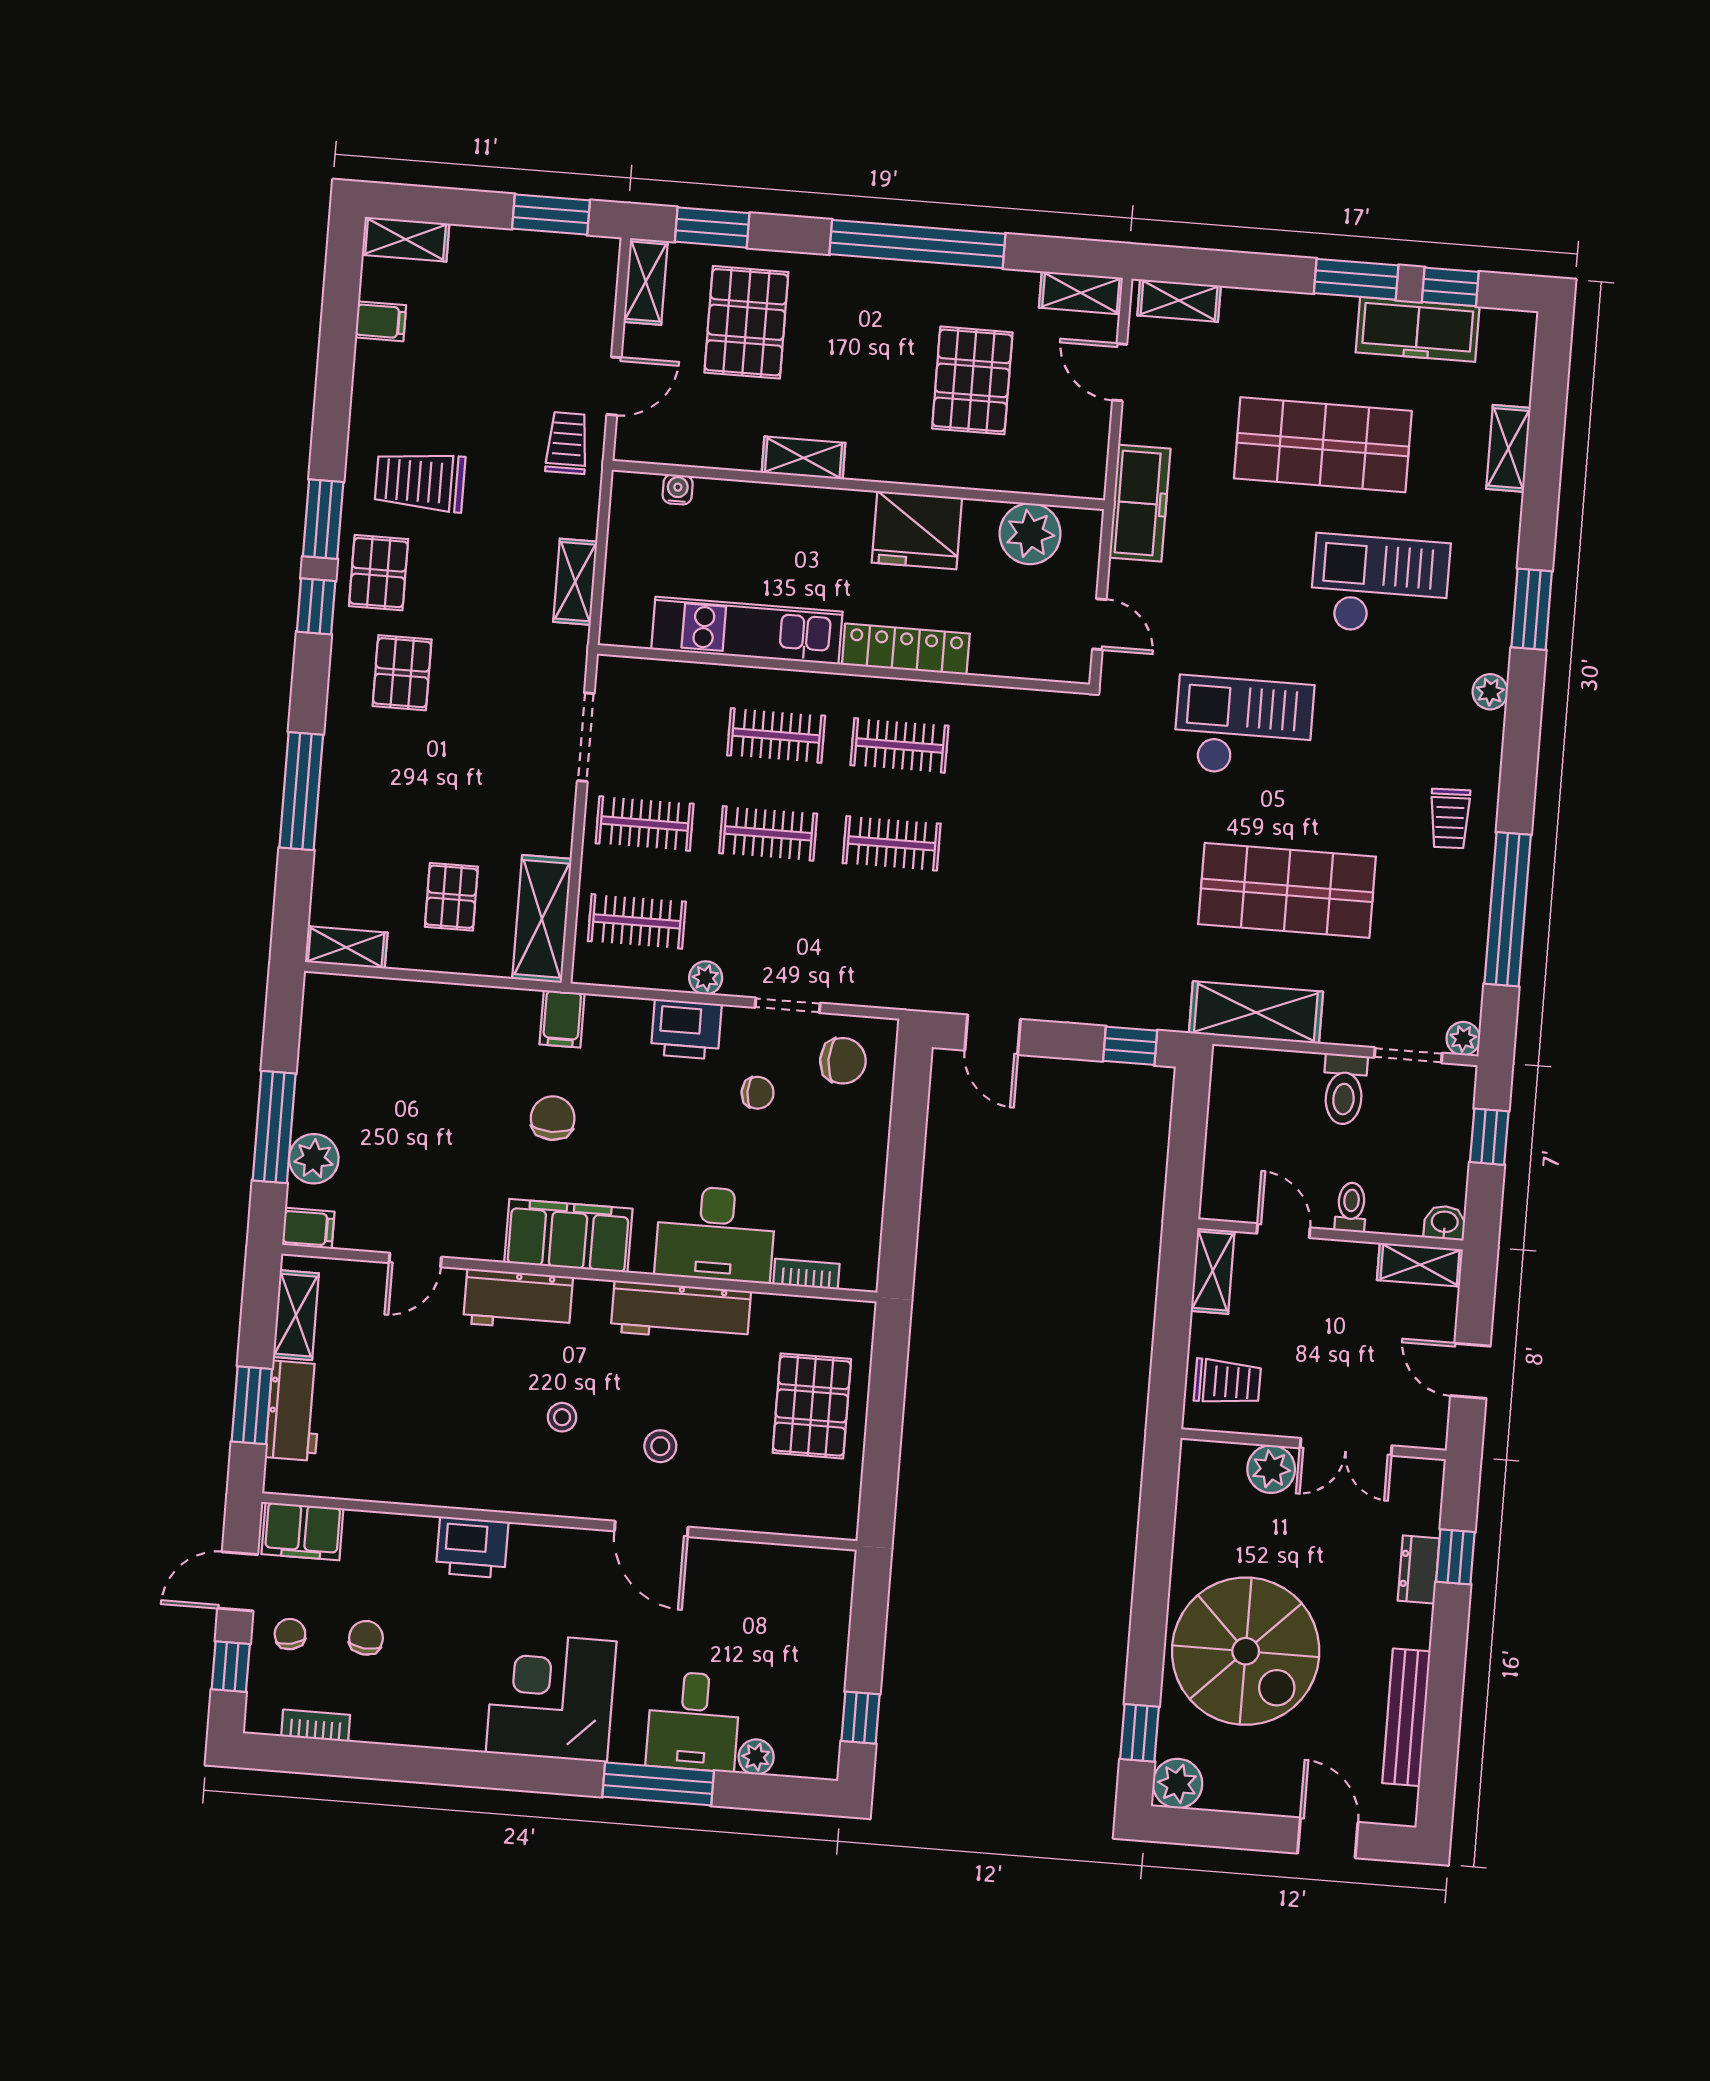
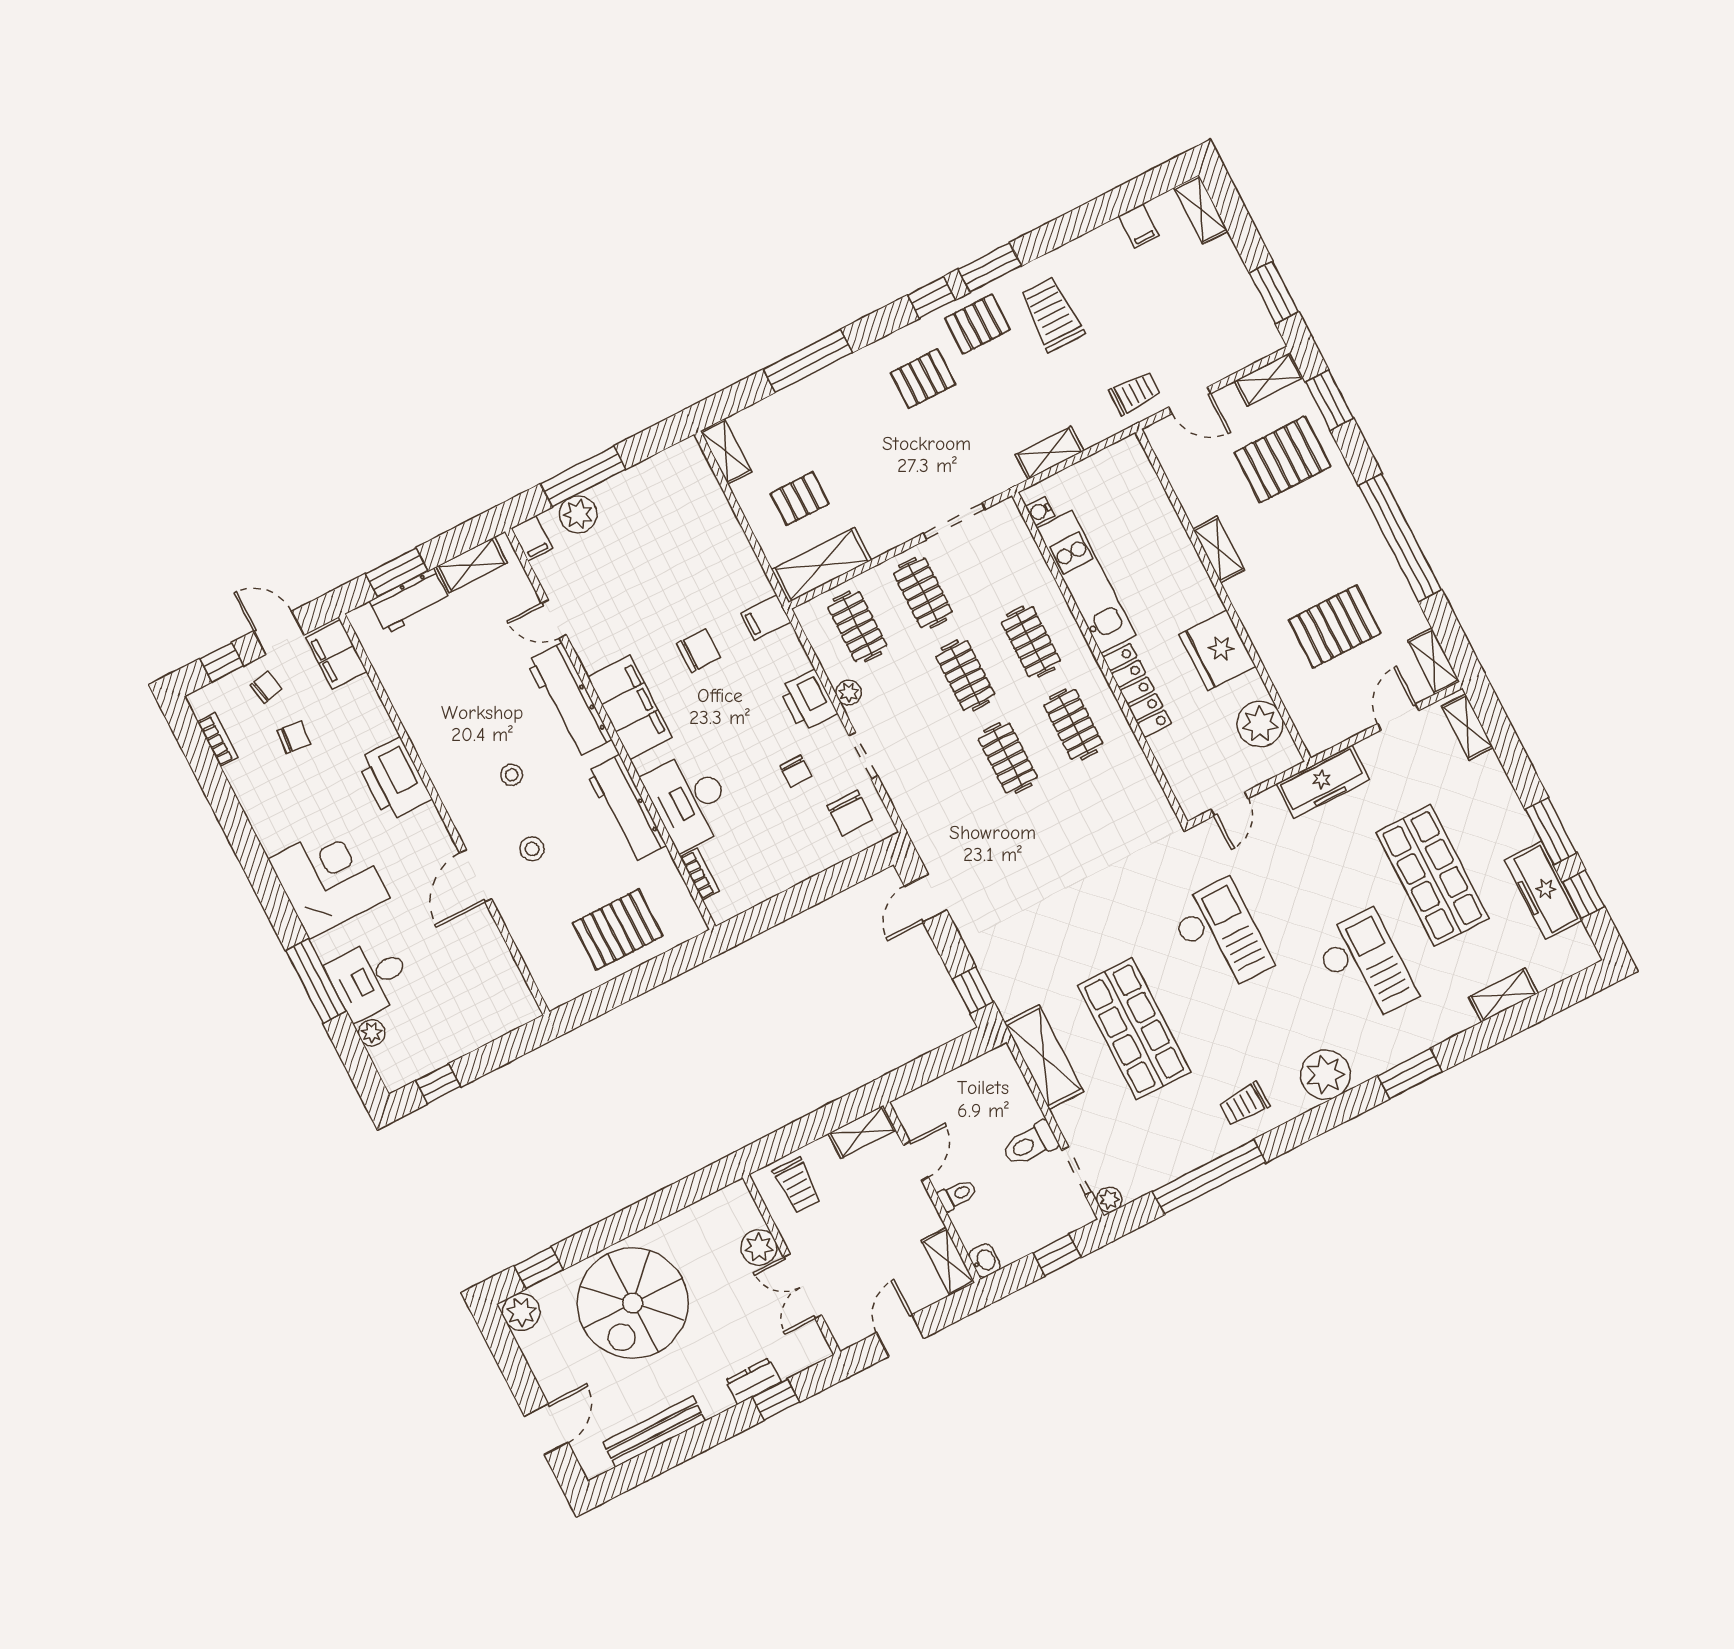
water cooler: (678, 489) -> (1040, 511), moved, turned 180
plant: (1490, 692) -> (1325, 1075), width x1.88, depth x1.88
workbench: (518, 1300) -> (569, 700), width x1.37
printer: (472, 1547) -> (394, 779), width x1.37, depth x1.19

